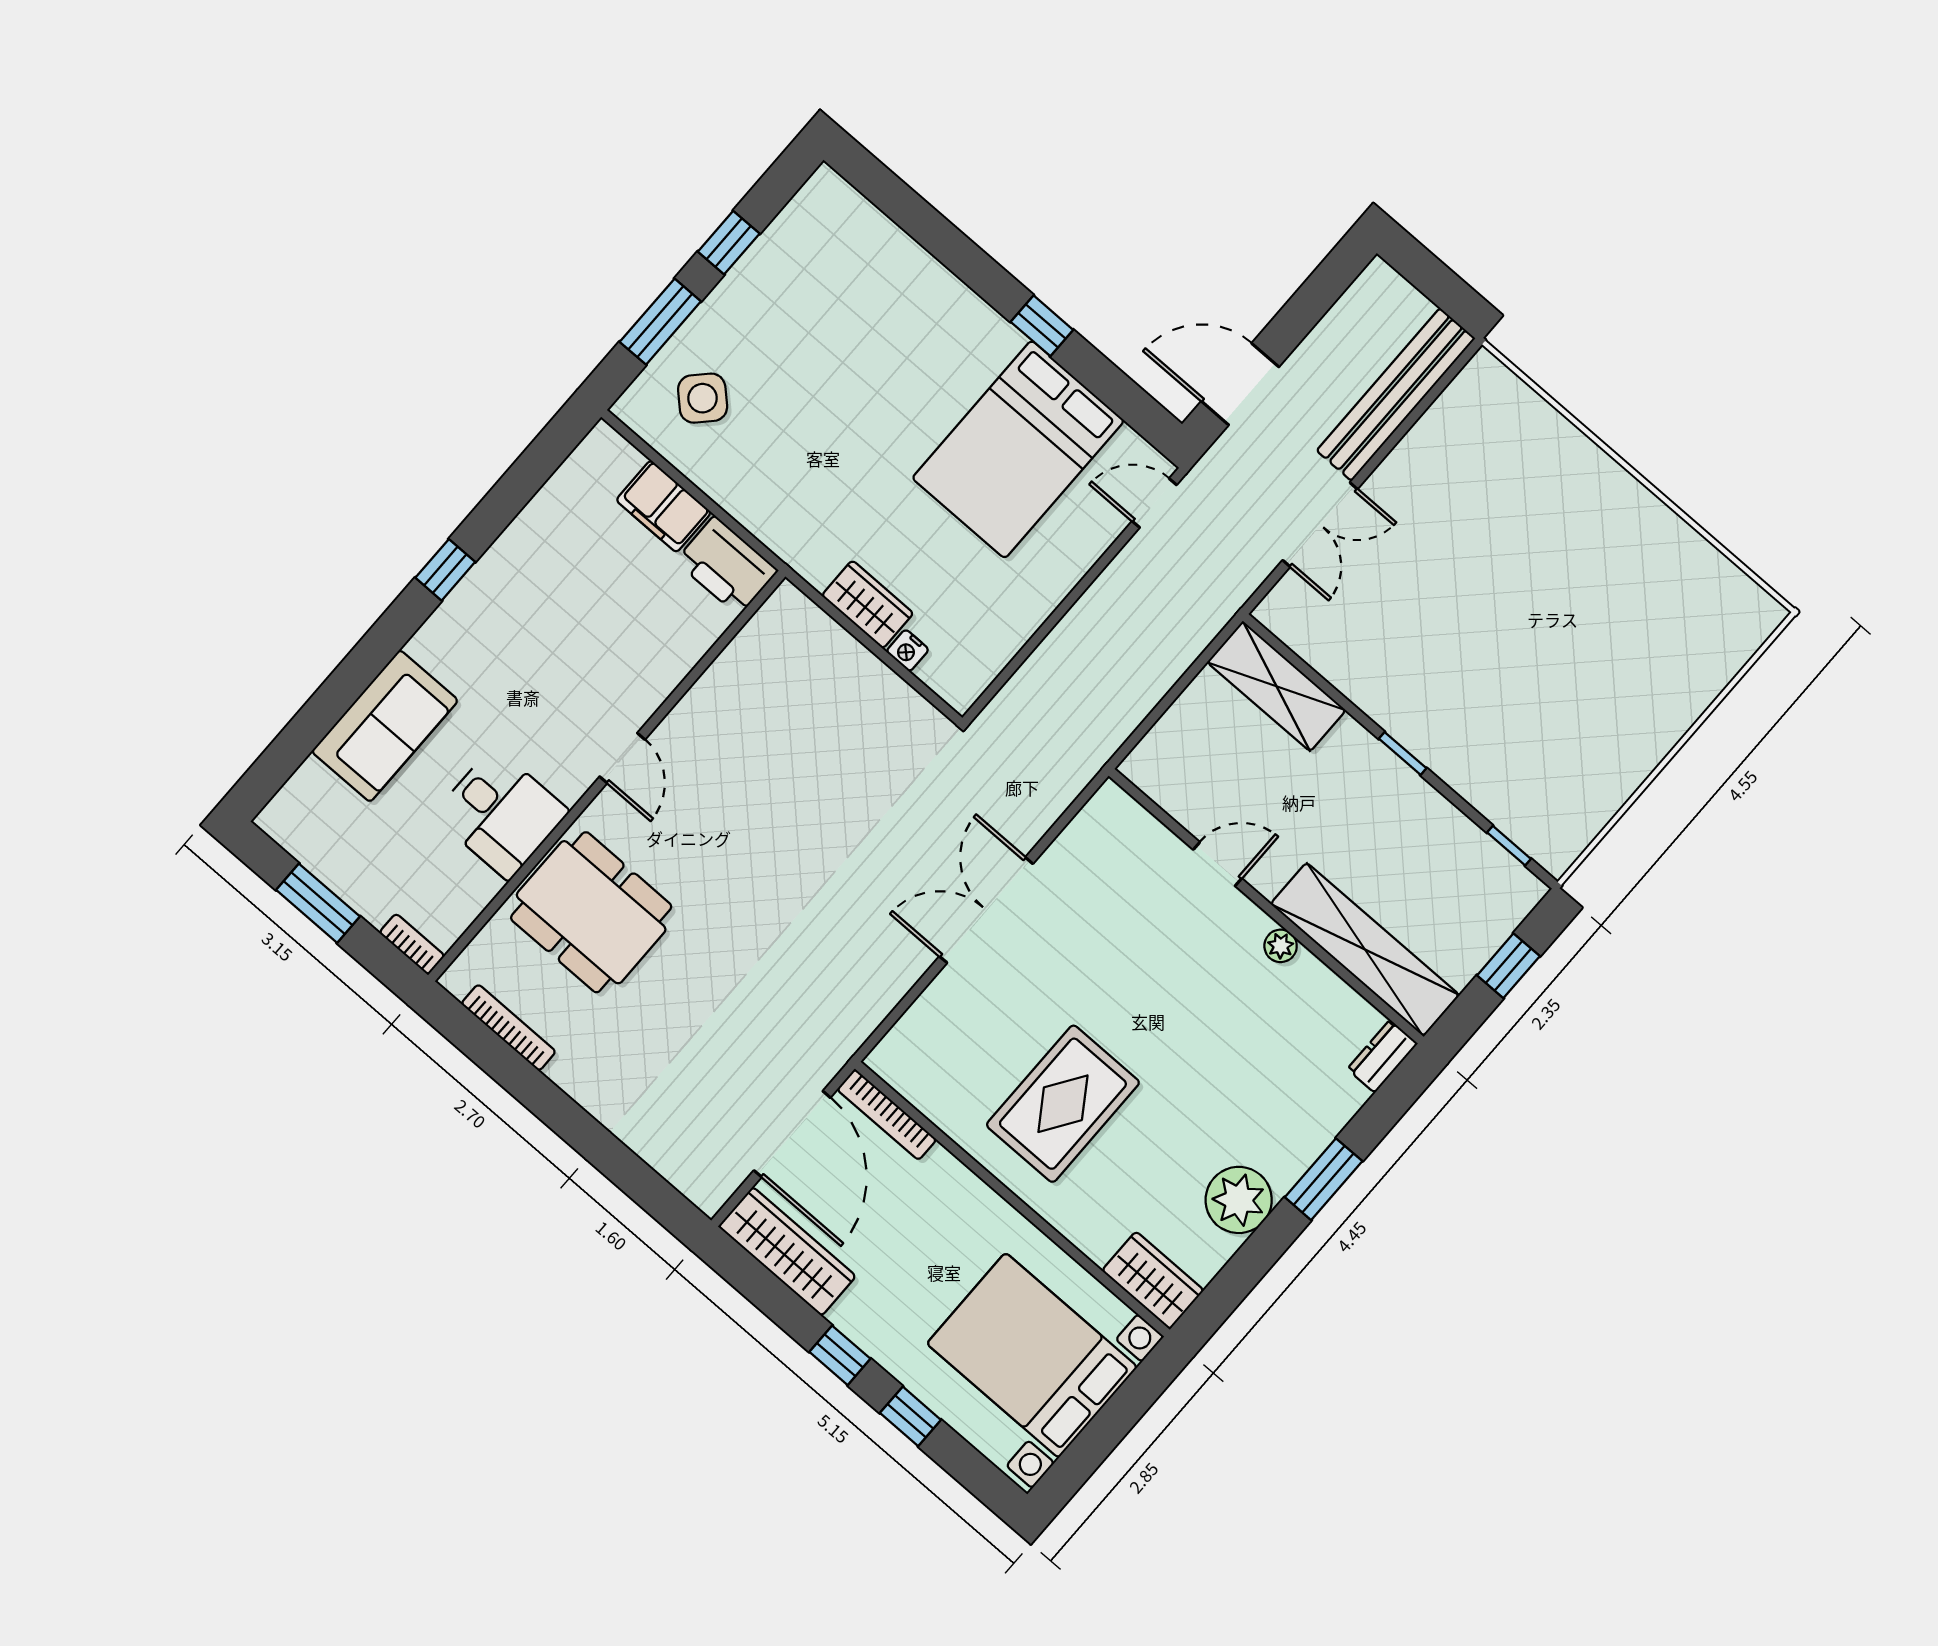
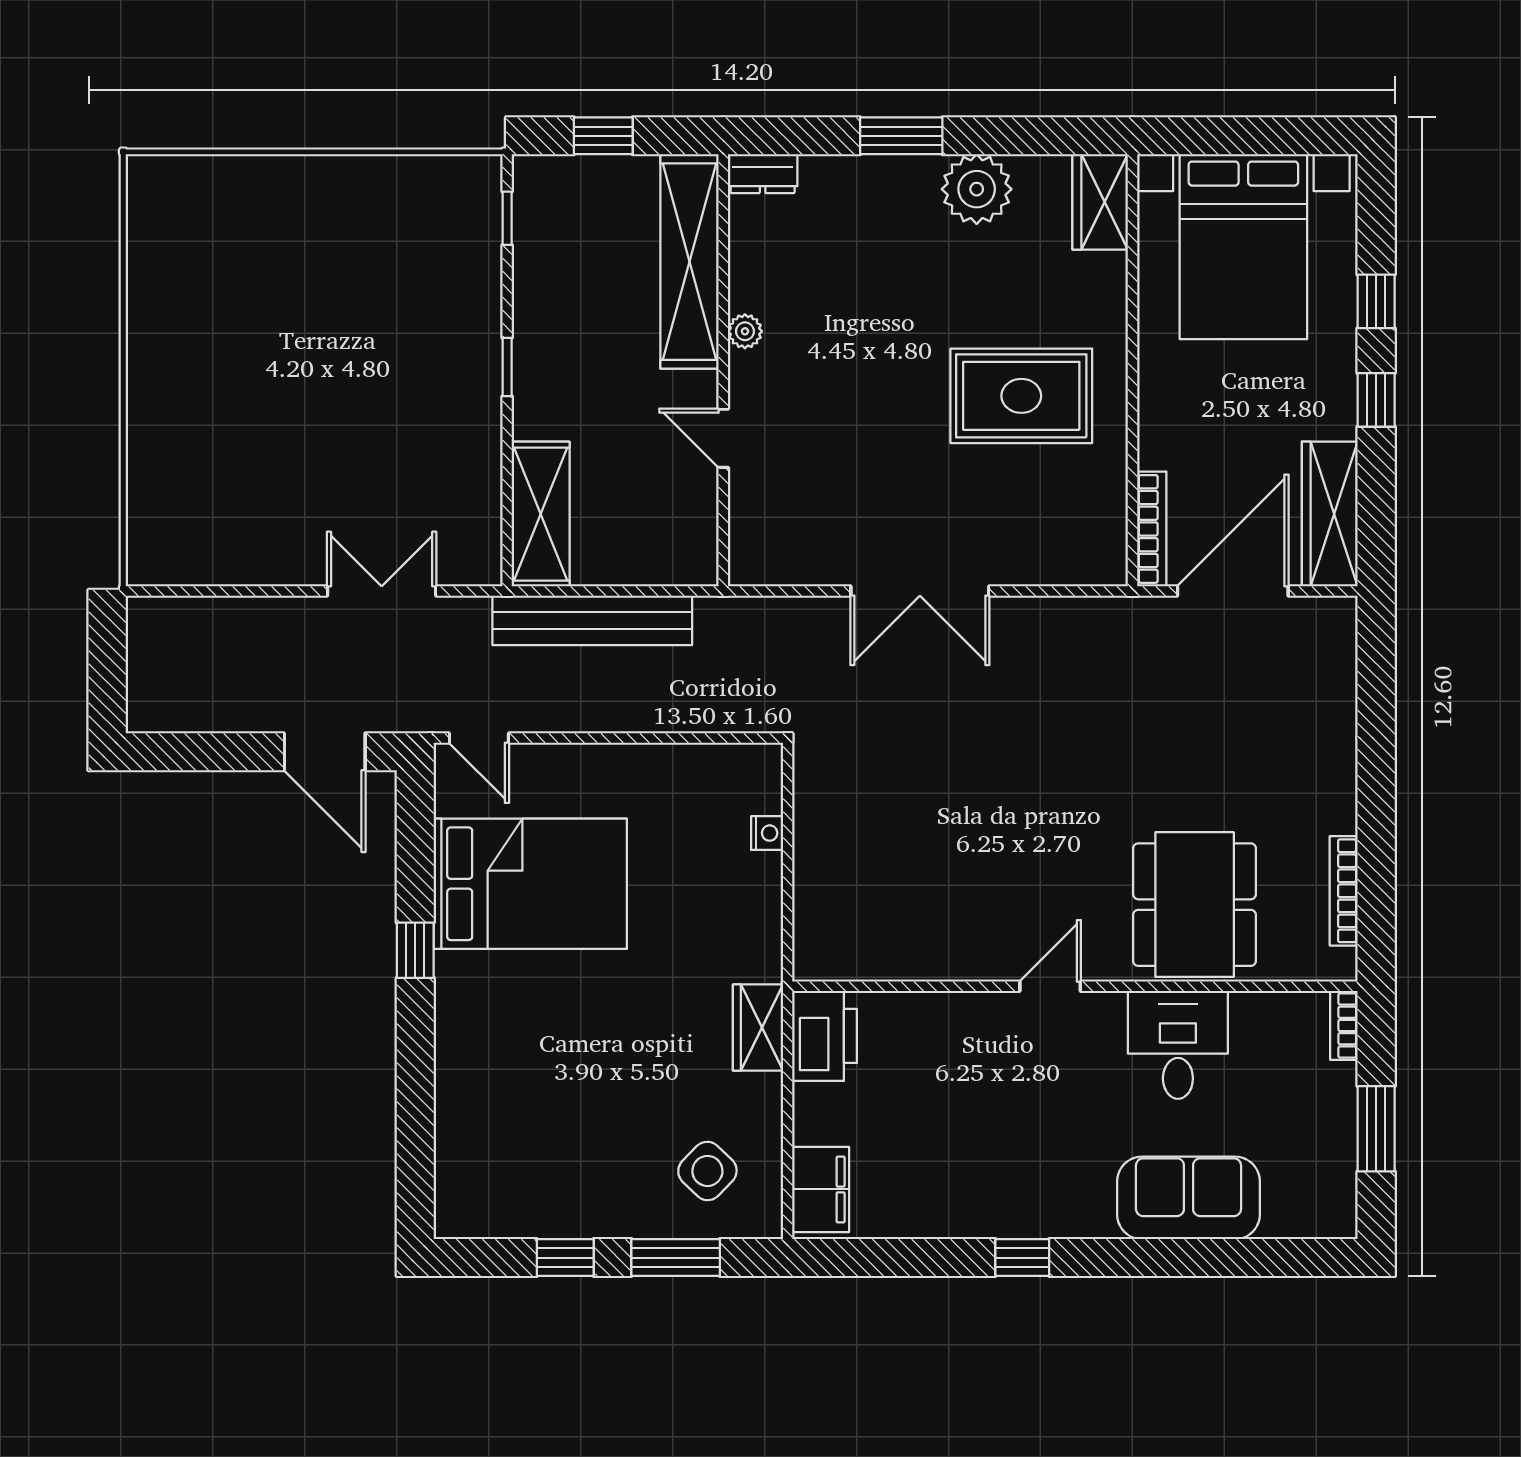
bench: (1396, 394) -> (592, 620), moved
filing cabinet: (664, 506) -> (821, 1189), moved
wardrobe: (868, 604) -> (758, 1028), moved

